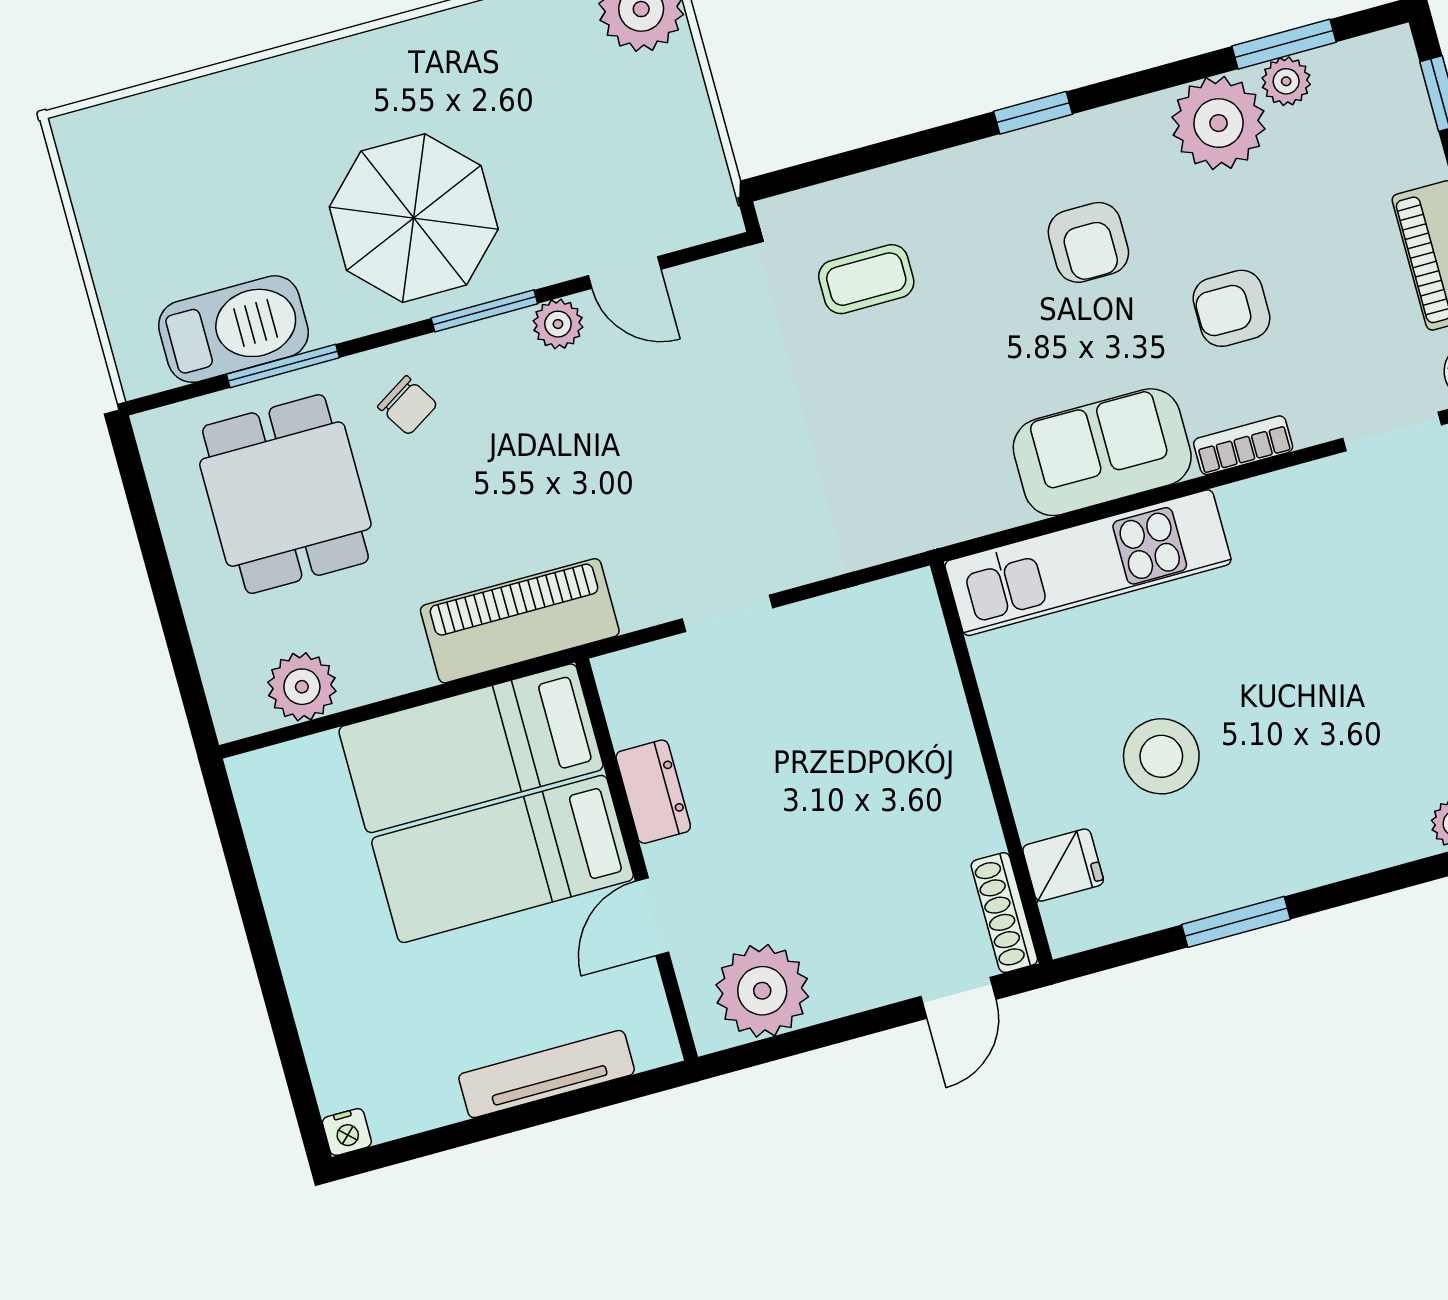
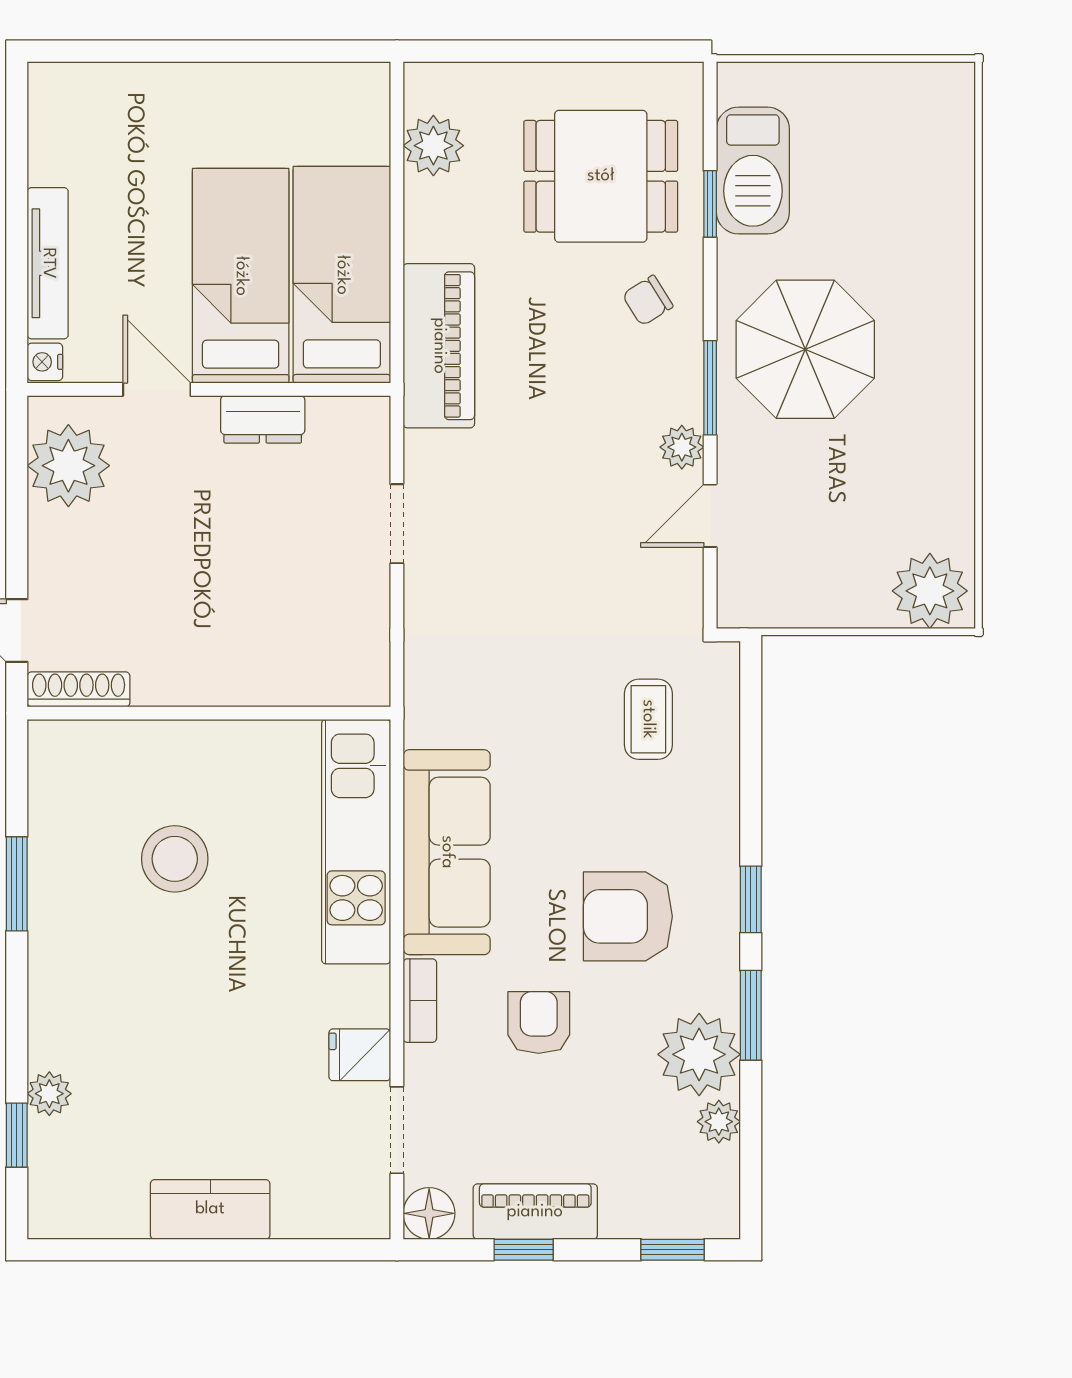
window: (1284, 44) -> (751, 1015), moved
armchair: (1088, 242) -> (628, 916), width x1.38, depth x1.38
window: (283, 366) -> (710, 204), width x0.67
sofa: (1102, 452) -> (447, 852), width x1.36
fridge: (1063, 865) -> (360, 1055), moved, turned 90
nightstand: (347, 1132) -> (45, 362), moved

